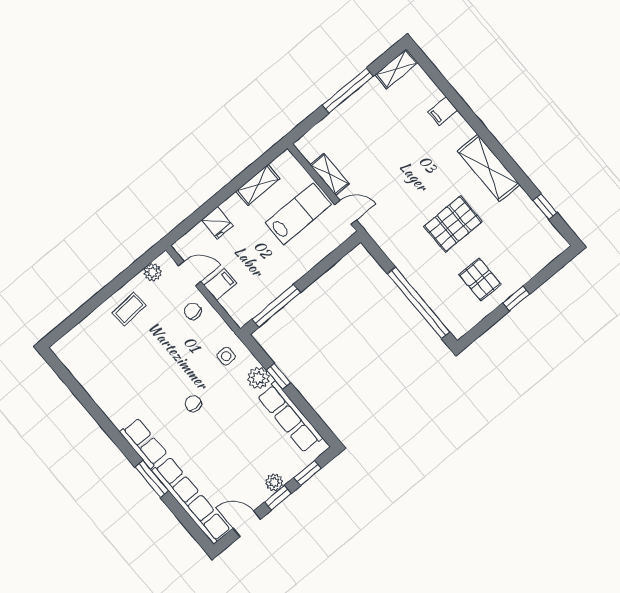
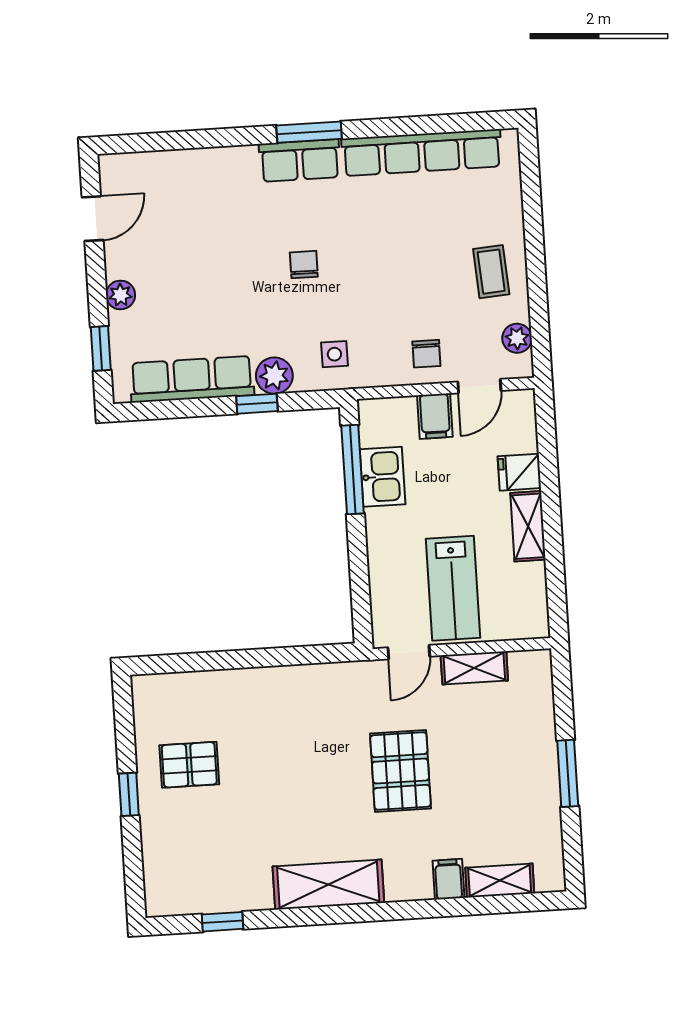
shelving: (396, 69) -> (500, 881), moved, turned 90
window: (348, 91) -> (568, 773), width x0.69
shelving: (258, 185) -> (528, 526), moved
pallet: (453, 224) -> (400, 771), moved
kitchen sink: (269, 288) -> (383, 477), added
window: (418, 303) -> (218, 661), removed
chair: (193, 311) -> (426, 354), turned 97
chair: (193, 404) -> (304, 265), turned -89
window: (152, 479) -> (309, 132), moved
window: (278, 498) -> (97, 285), removed
row of seats: (191, 500) -> (422, 153), moved

